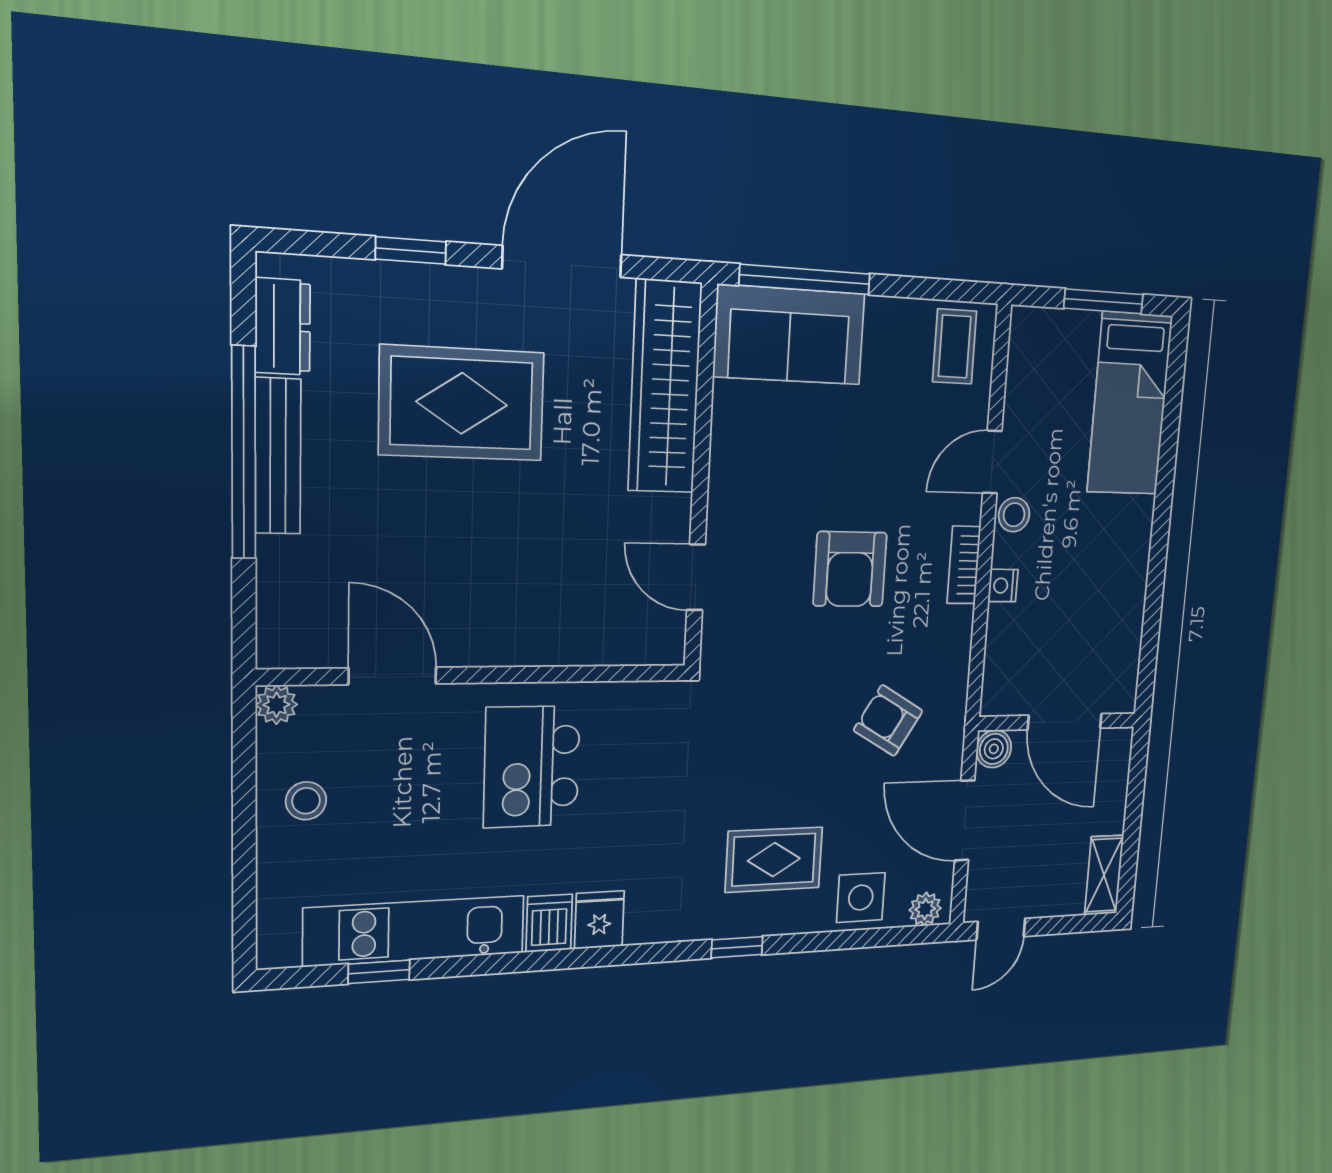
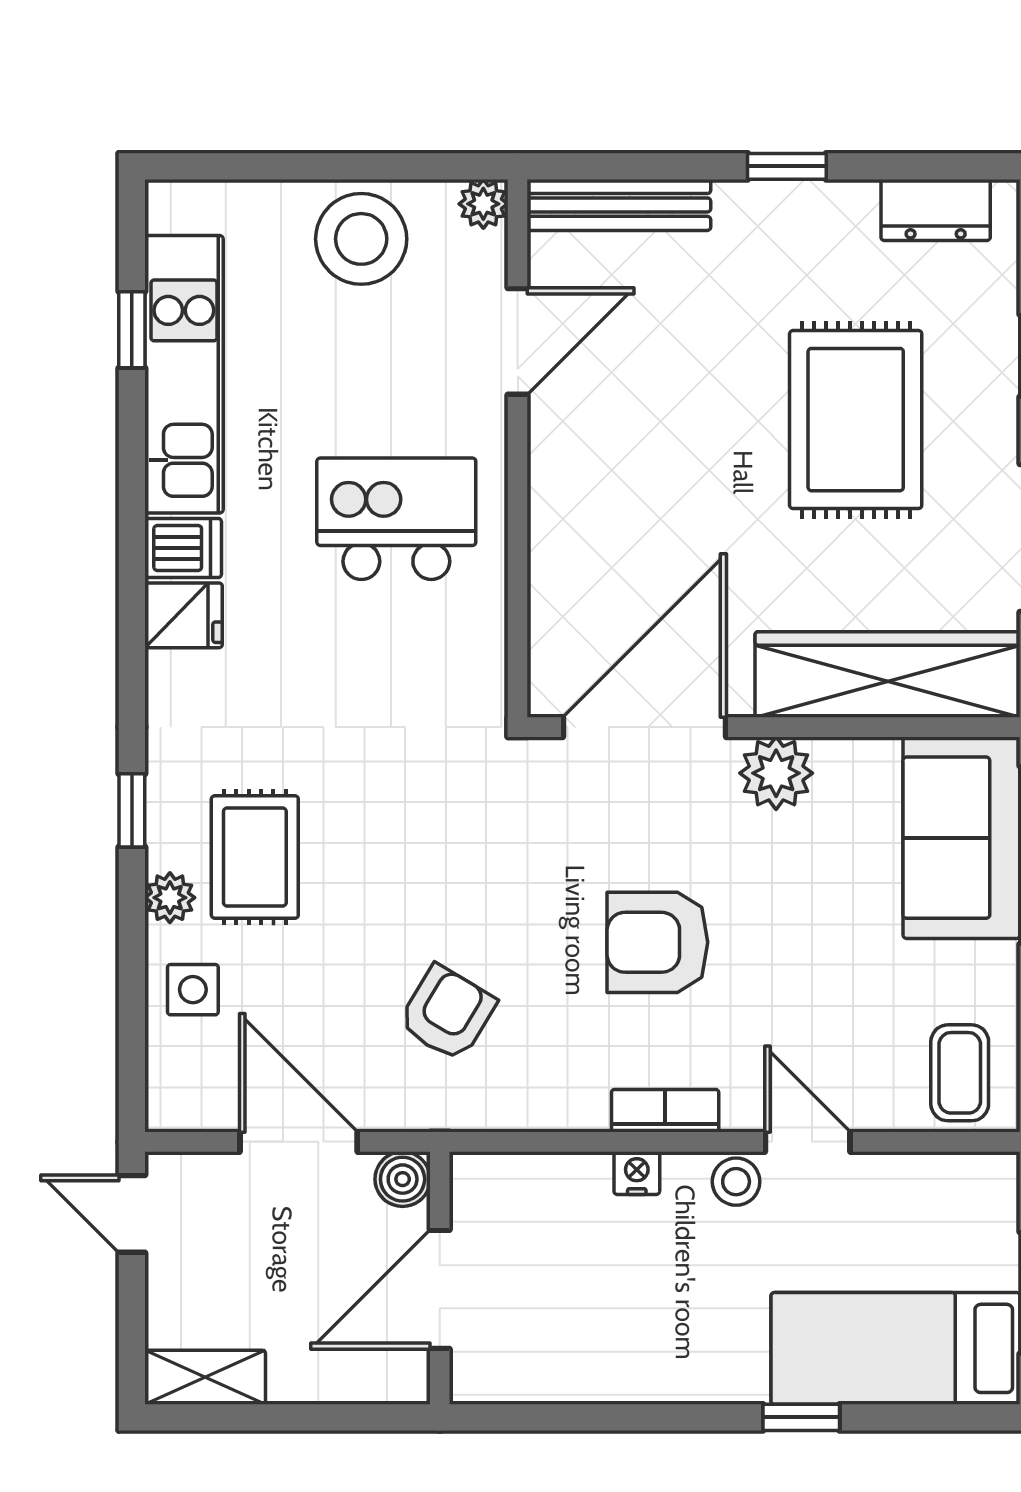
coffee table: (955, 346) -> (960, 1073), turned 90
window: (244, 453) -> (787, 166), width x0.32
bench: (278, 456) -> (619, 205), moved
window: (1166, 473) -> (801, 1417), added
plant: (735, 477) -> (776, 773), added
door: (696, 577) -> (644, 727), width x1.87
stool: (306, 801) -> (361, 239), width x1.89, depth x1.89
door: (965, 820) -> (299, 1142), hinge flipped
side table: (861, 898) -> (193, 990), width x0.73, depth x0.73
plant: (925, 909) -> (170, 898), moved

